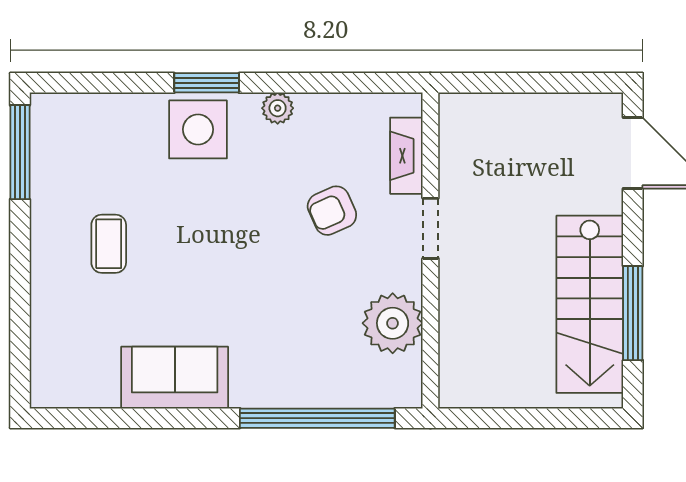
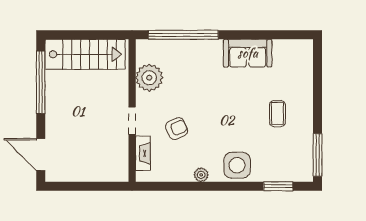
window: (207, 83) -> (278, 186), moved
stairs: (590, 304) -> (85, 54), moved, turned 90
window: (633, 313) -> (41, 82), width x1.46

